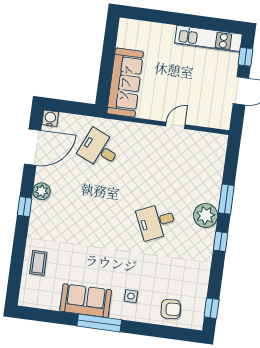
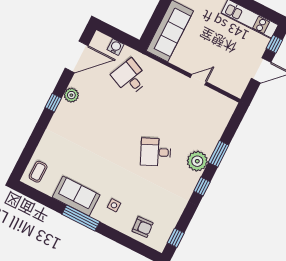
water cooler: (50, 118) -> (116, 47), moved
coffee table: (38, 263) -> (38, 172), moved

